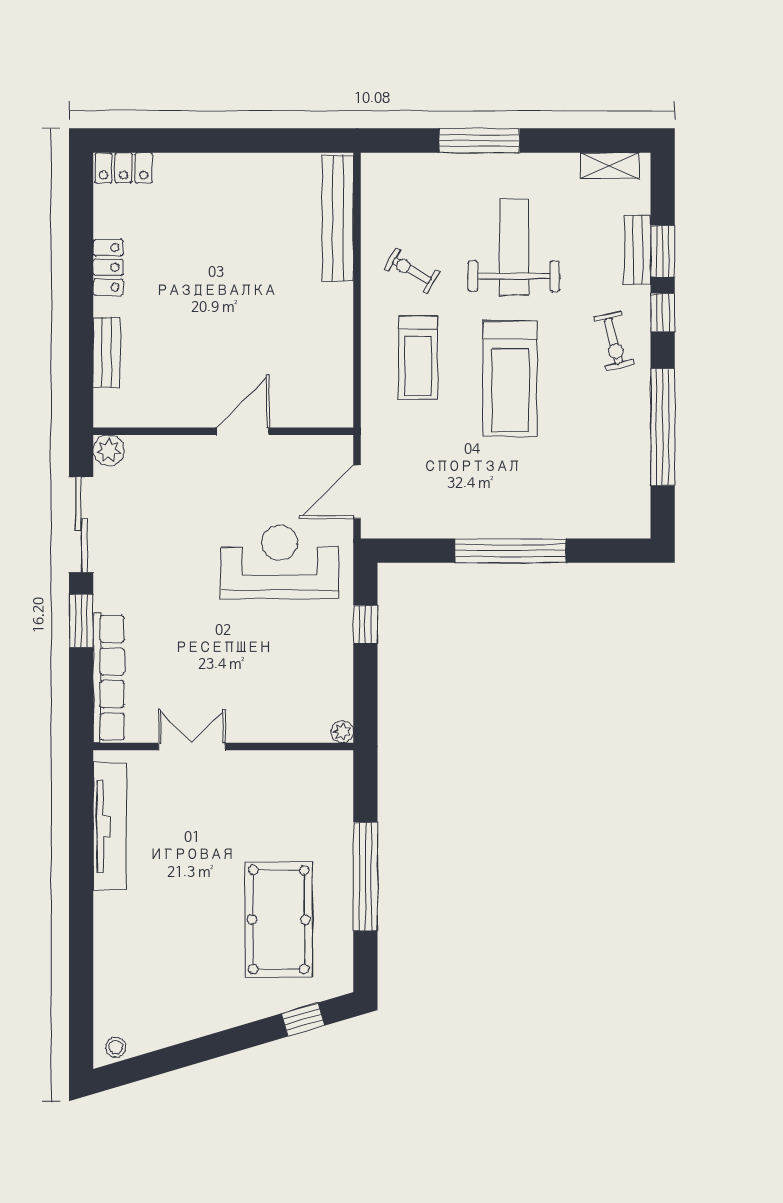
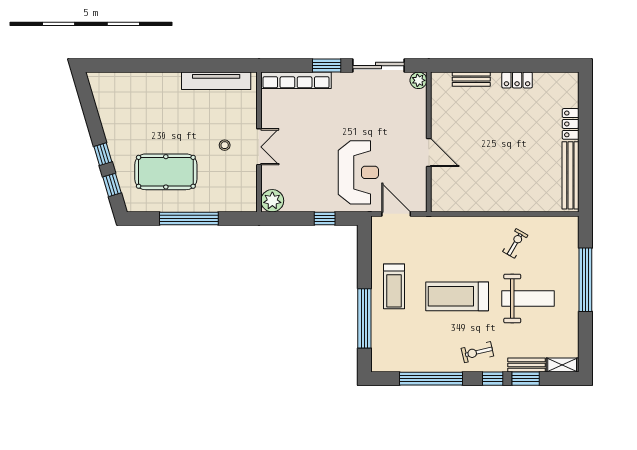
window: (479, 140) -> (585, 280), width x1.46
shelving: (610, 166) -> (562, 365), moved, turned 90
locker: (124, 168) -> (571, 124), moved
bench: (338, 219) -> (570, 175), moved, turned 90
treadmill: (418, 358) -> (394, 286), moved, turned -90
window: (510, 551) -> (364, 318), moved
plant: (342, 732) -> (272, 201), width x1.87, depth x1.87
double door: (192, 747) -> (259, 147), moved
window: (246, 1036) -> (103, 154), added
stool: (116, 1047) -> (225, 145), moved

